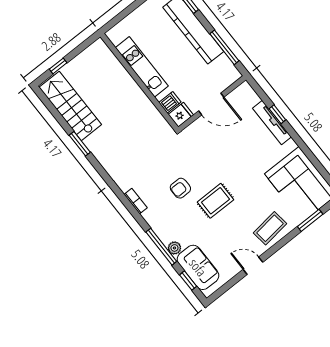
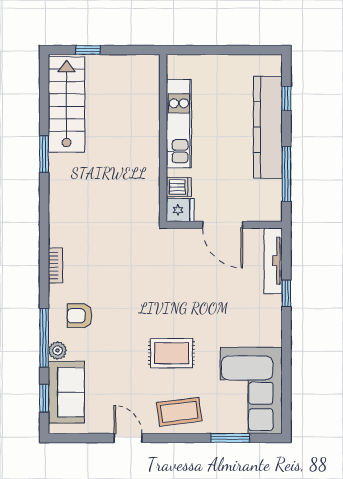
tv unit: (272, 123) -> (273, 261), moved
armchair: (180, 188) -> (80, 316), moved
rug: (215, 201) -> (171, 353), moved

